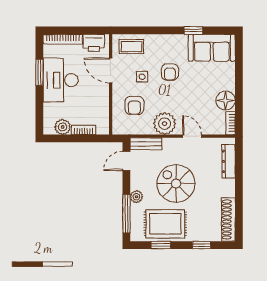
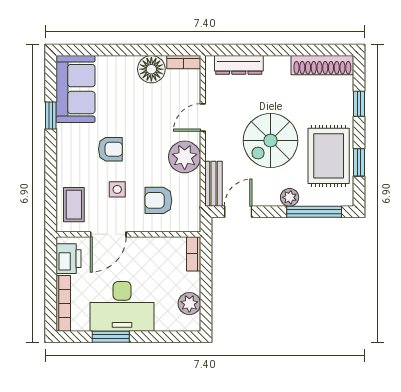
armchair: (134, 105) -> (158, 200), turned 180
bookcase: (84, 130) -> (194, 254), moved
door: (126, 161) -> (238, 212), swing flipped

